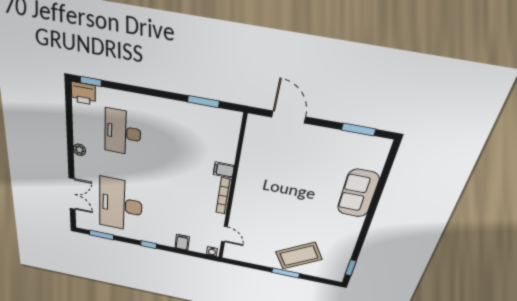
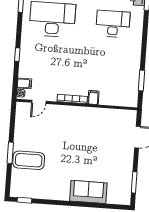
filing cabinet: (182, 242) -> (24, 83), moved
window: (149, 245) -> (17, 55), moved
coffee table: (299, 256) -> (29, 160), turned -59

